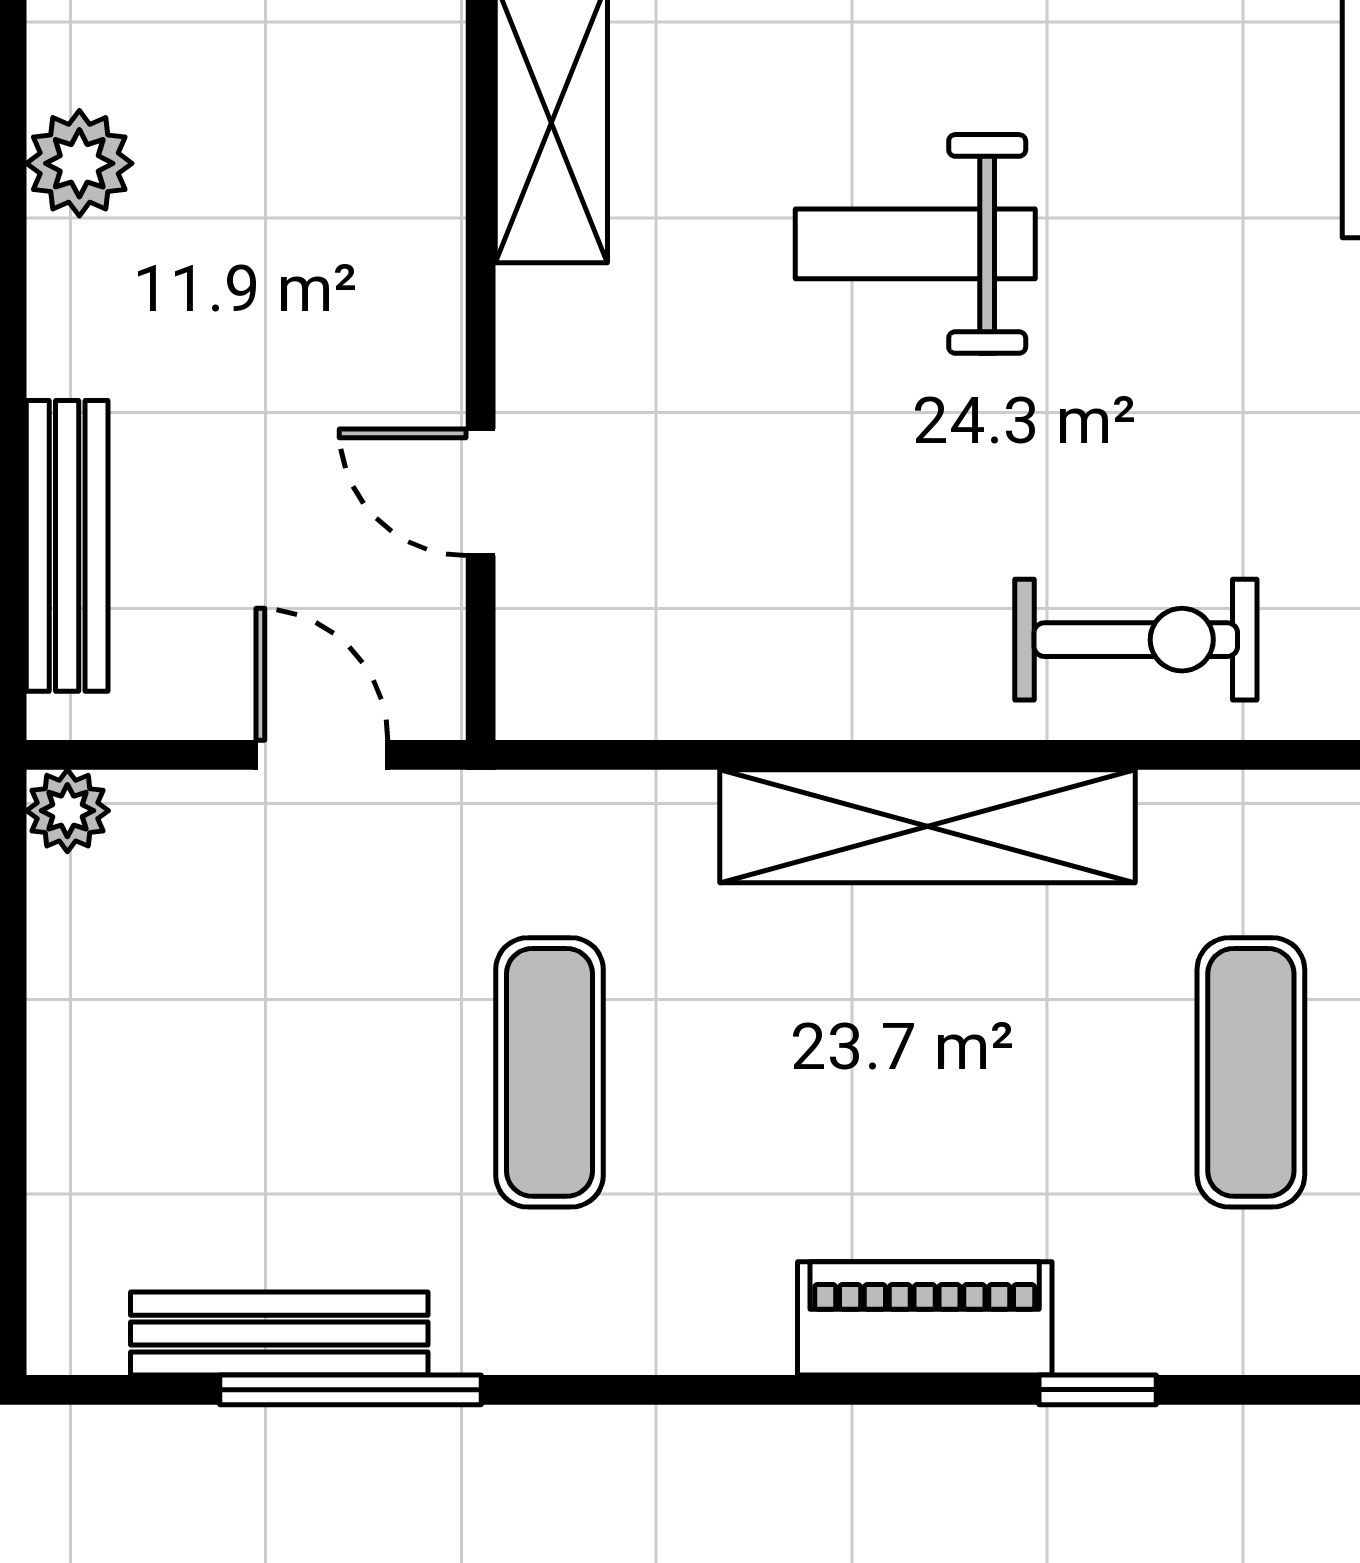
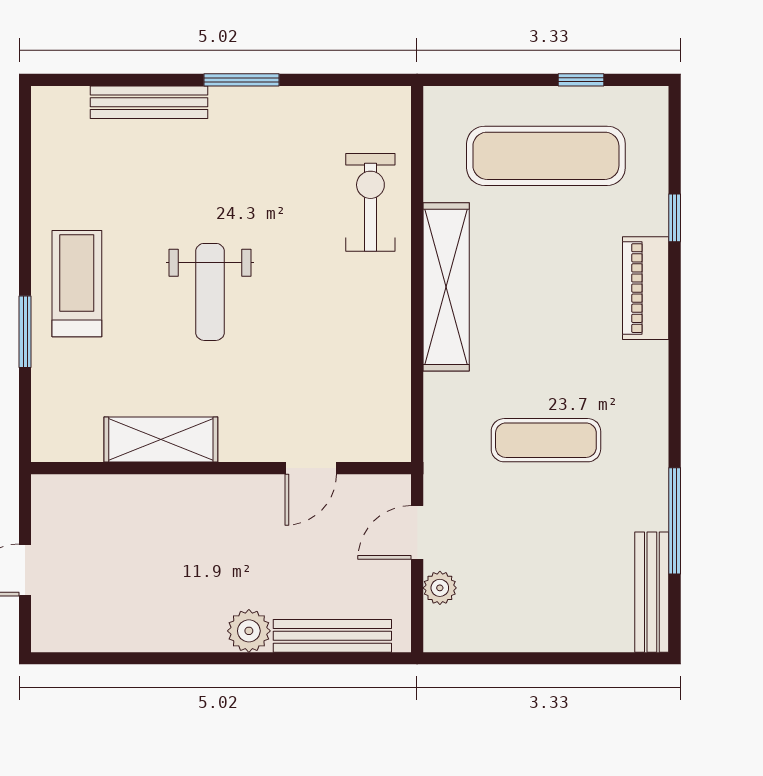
plant: (79, 163) -> (249, 631), moved
plant: (67, 811) -> (440, 588), moved
exercise mat: (1251, 1072) -> (546, 156), width x1.36, depth x1.45
bench: (279, 1334) -> (652, 592), moved

